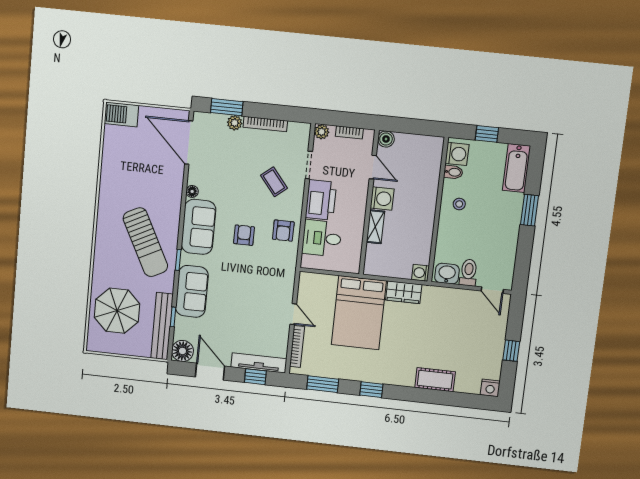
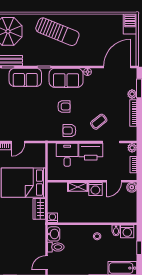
sun lounger: (145, 242) -> (57, 32), moved, turned -131

